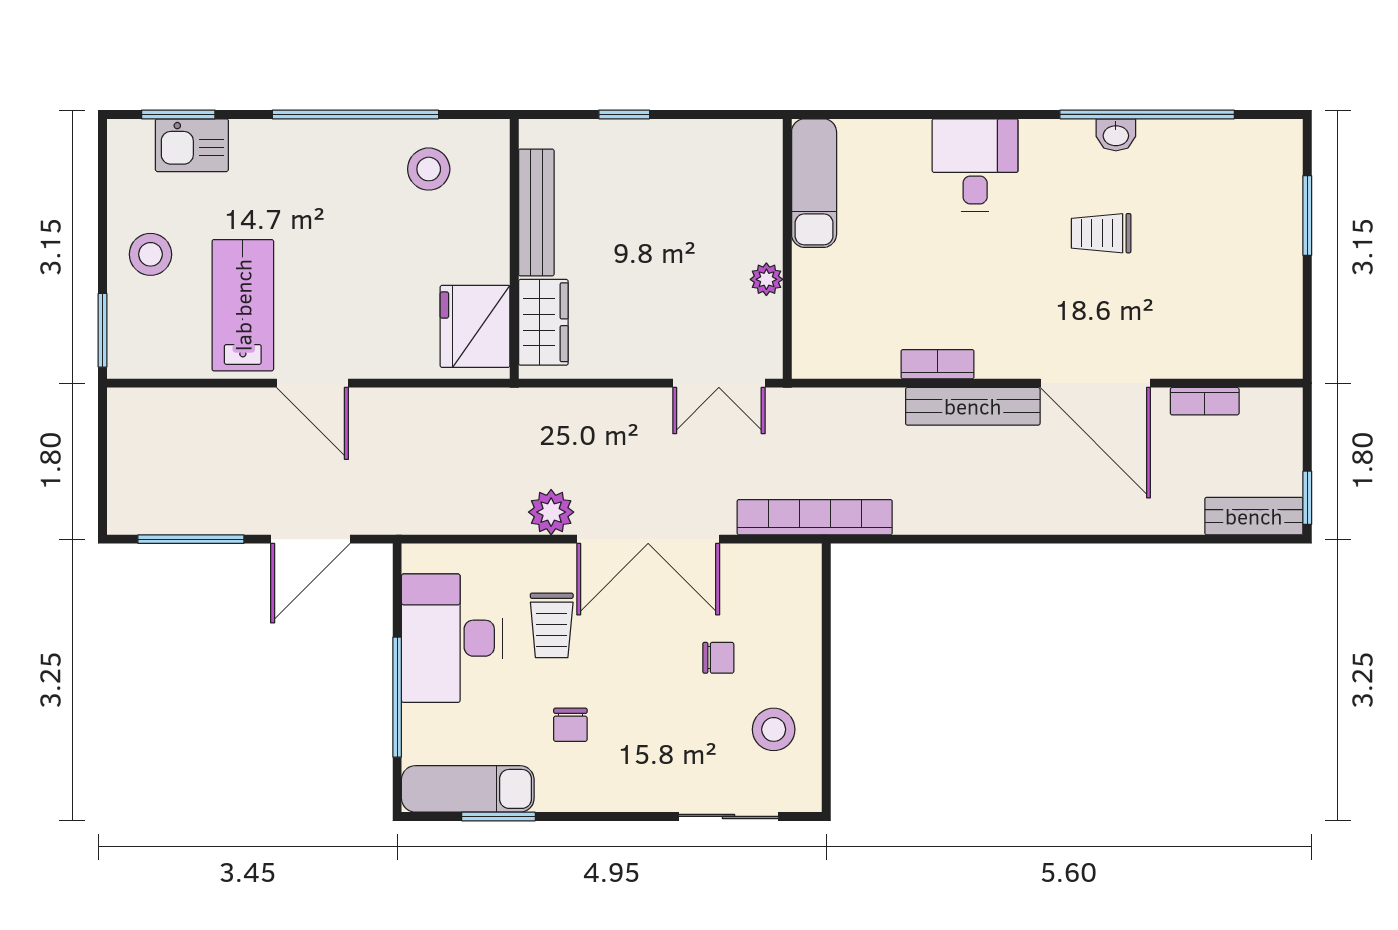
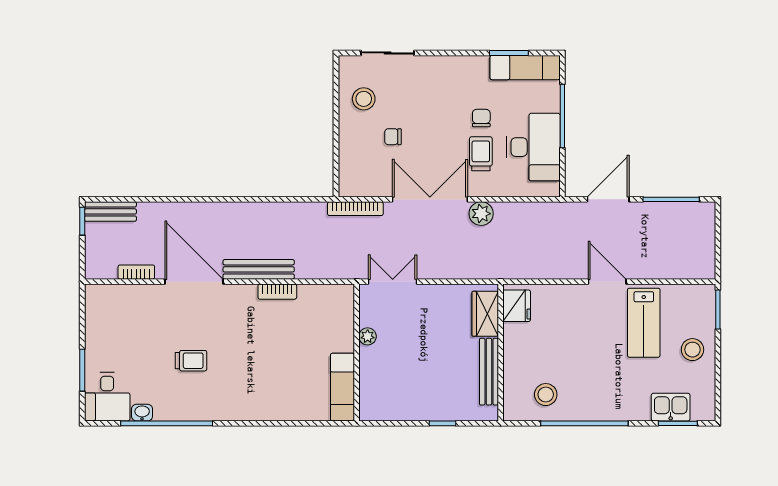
washbasin: (1116, 135) -> (142, 413), moved
desk: (975, 165) -> (107, 397), moved
fridge: (475, 326) -> (517, 306), width x0.73, depth x0.75
bookcase: (815, 517) -> (355, 209), width x0.68, depth x0.76
chair: (570, 725) -> (481, 118), moved

